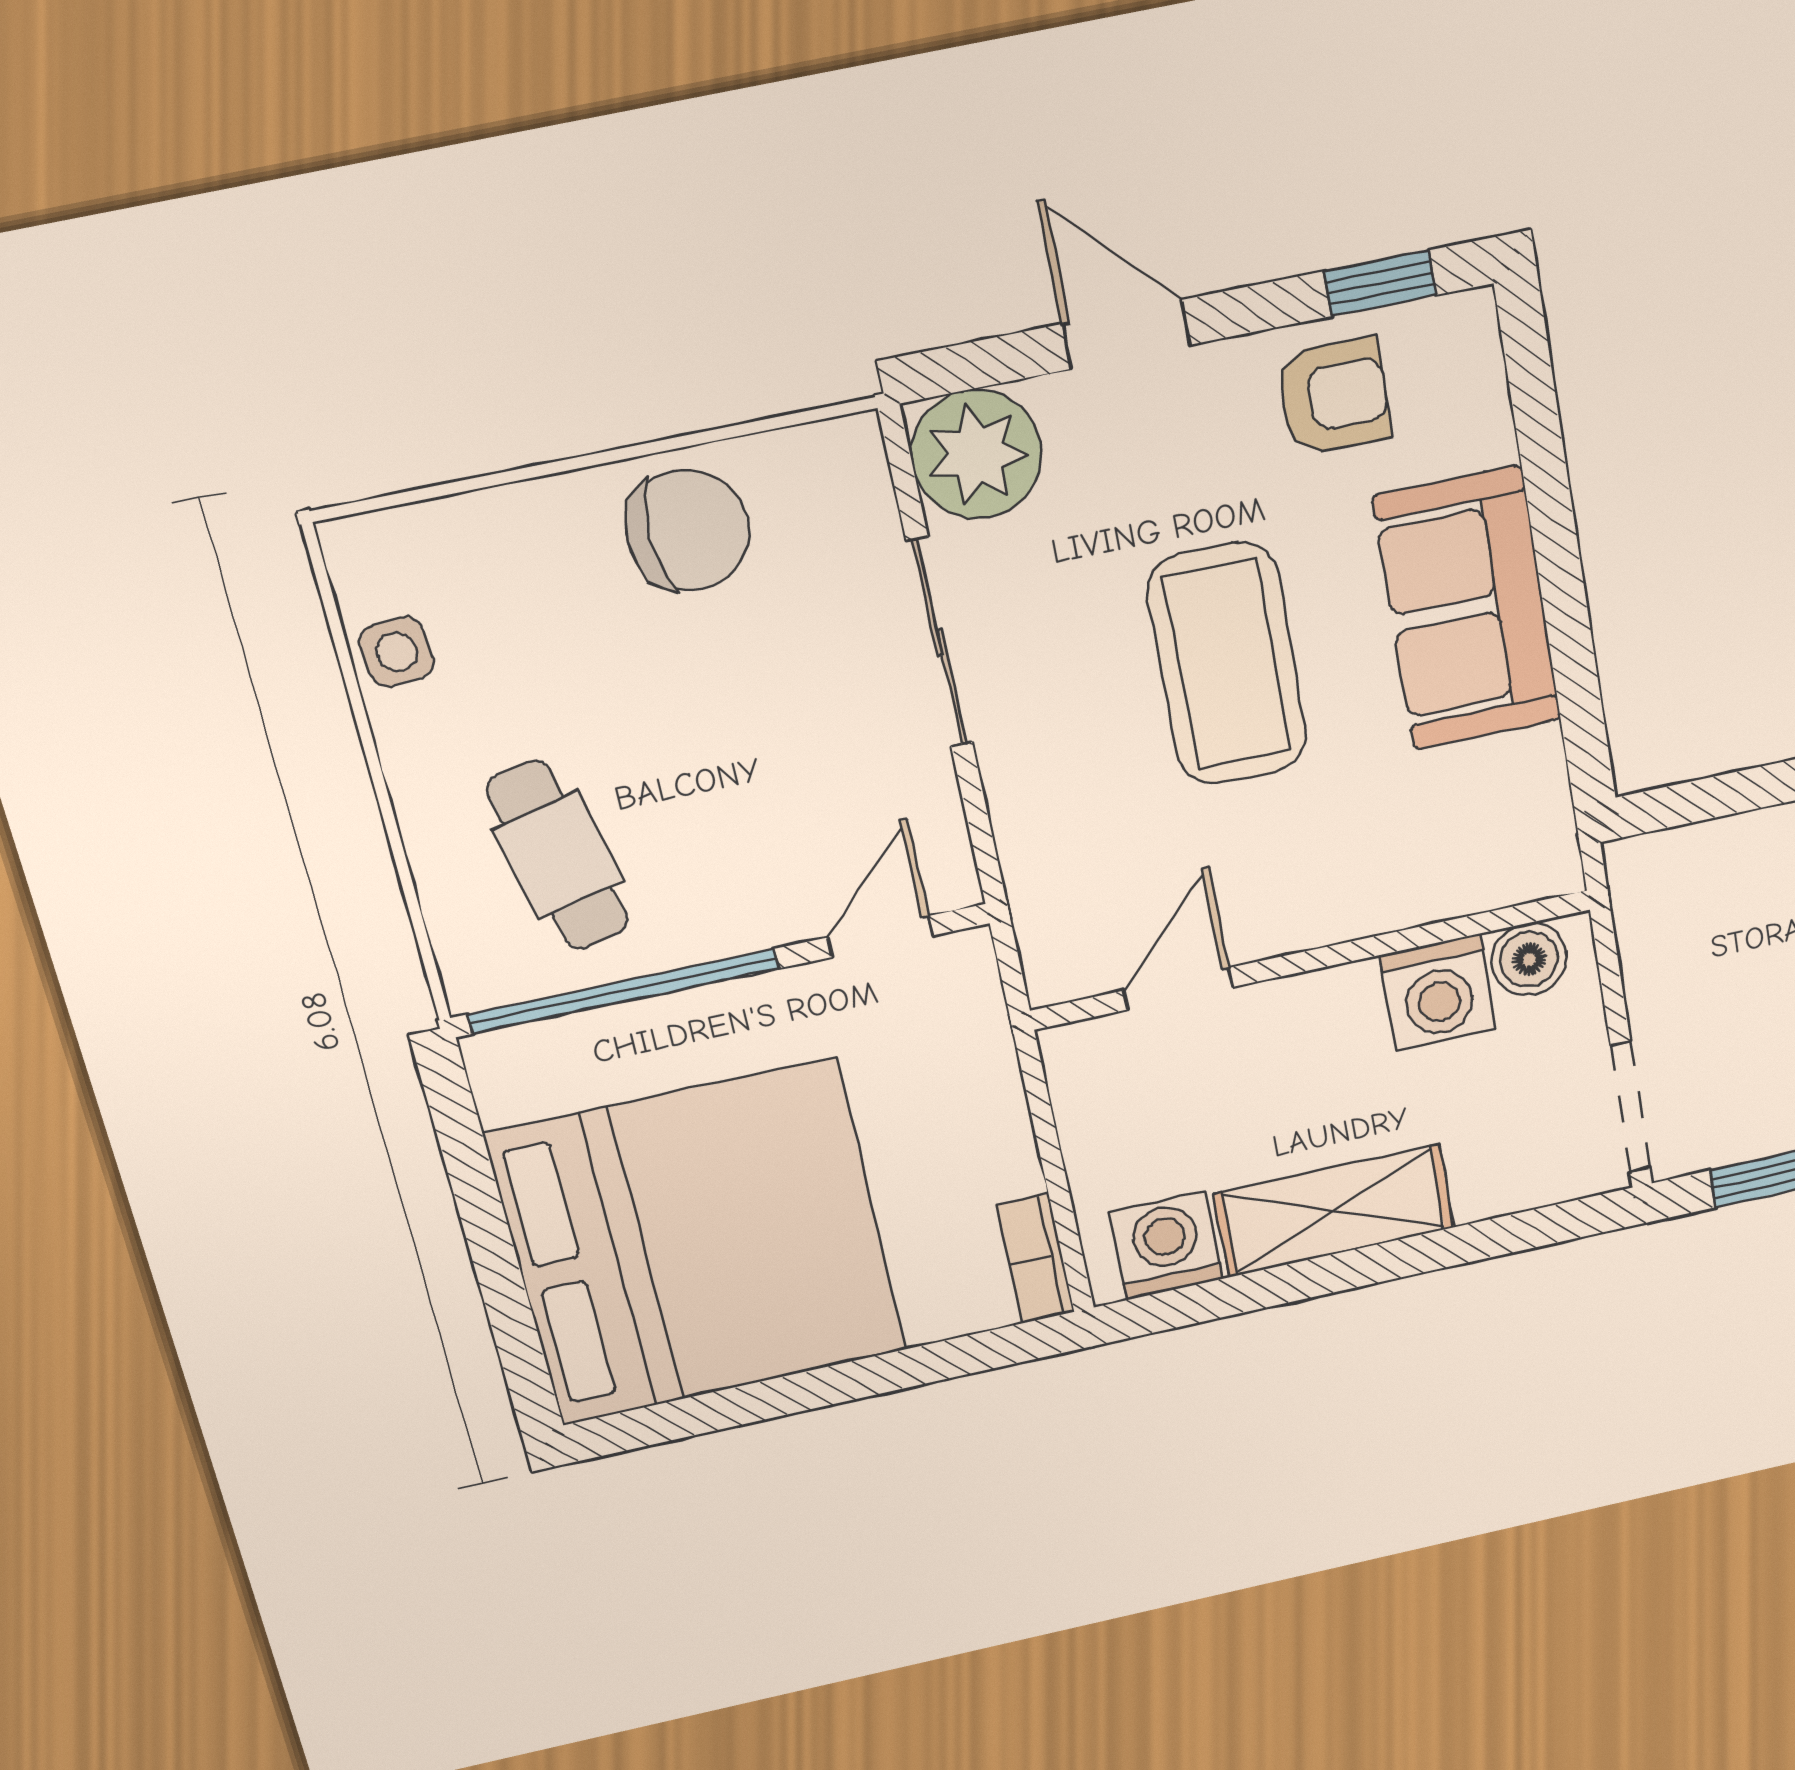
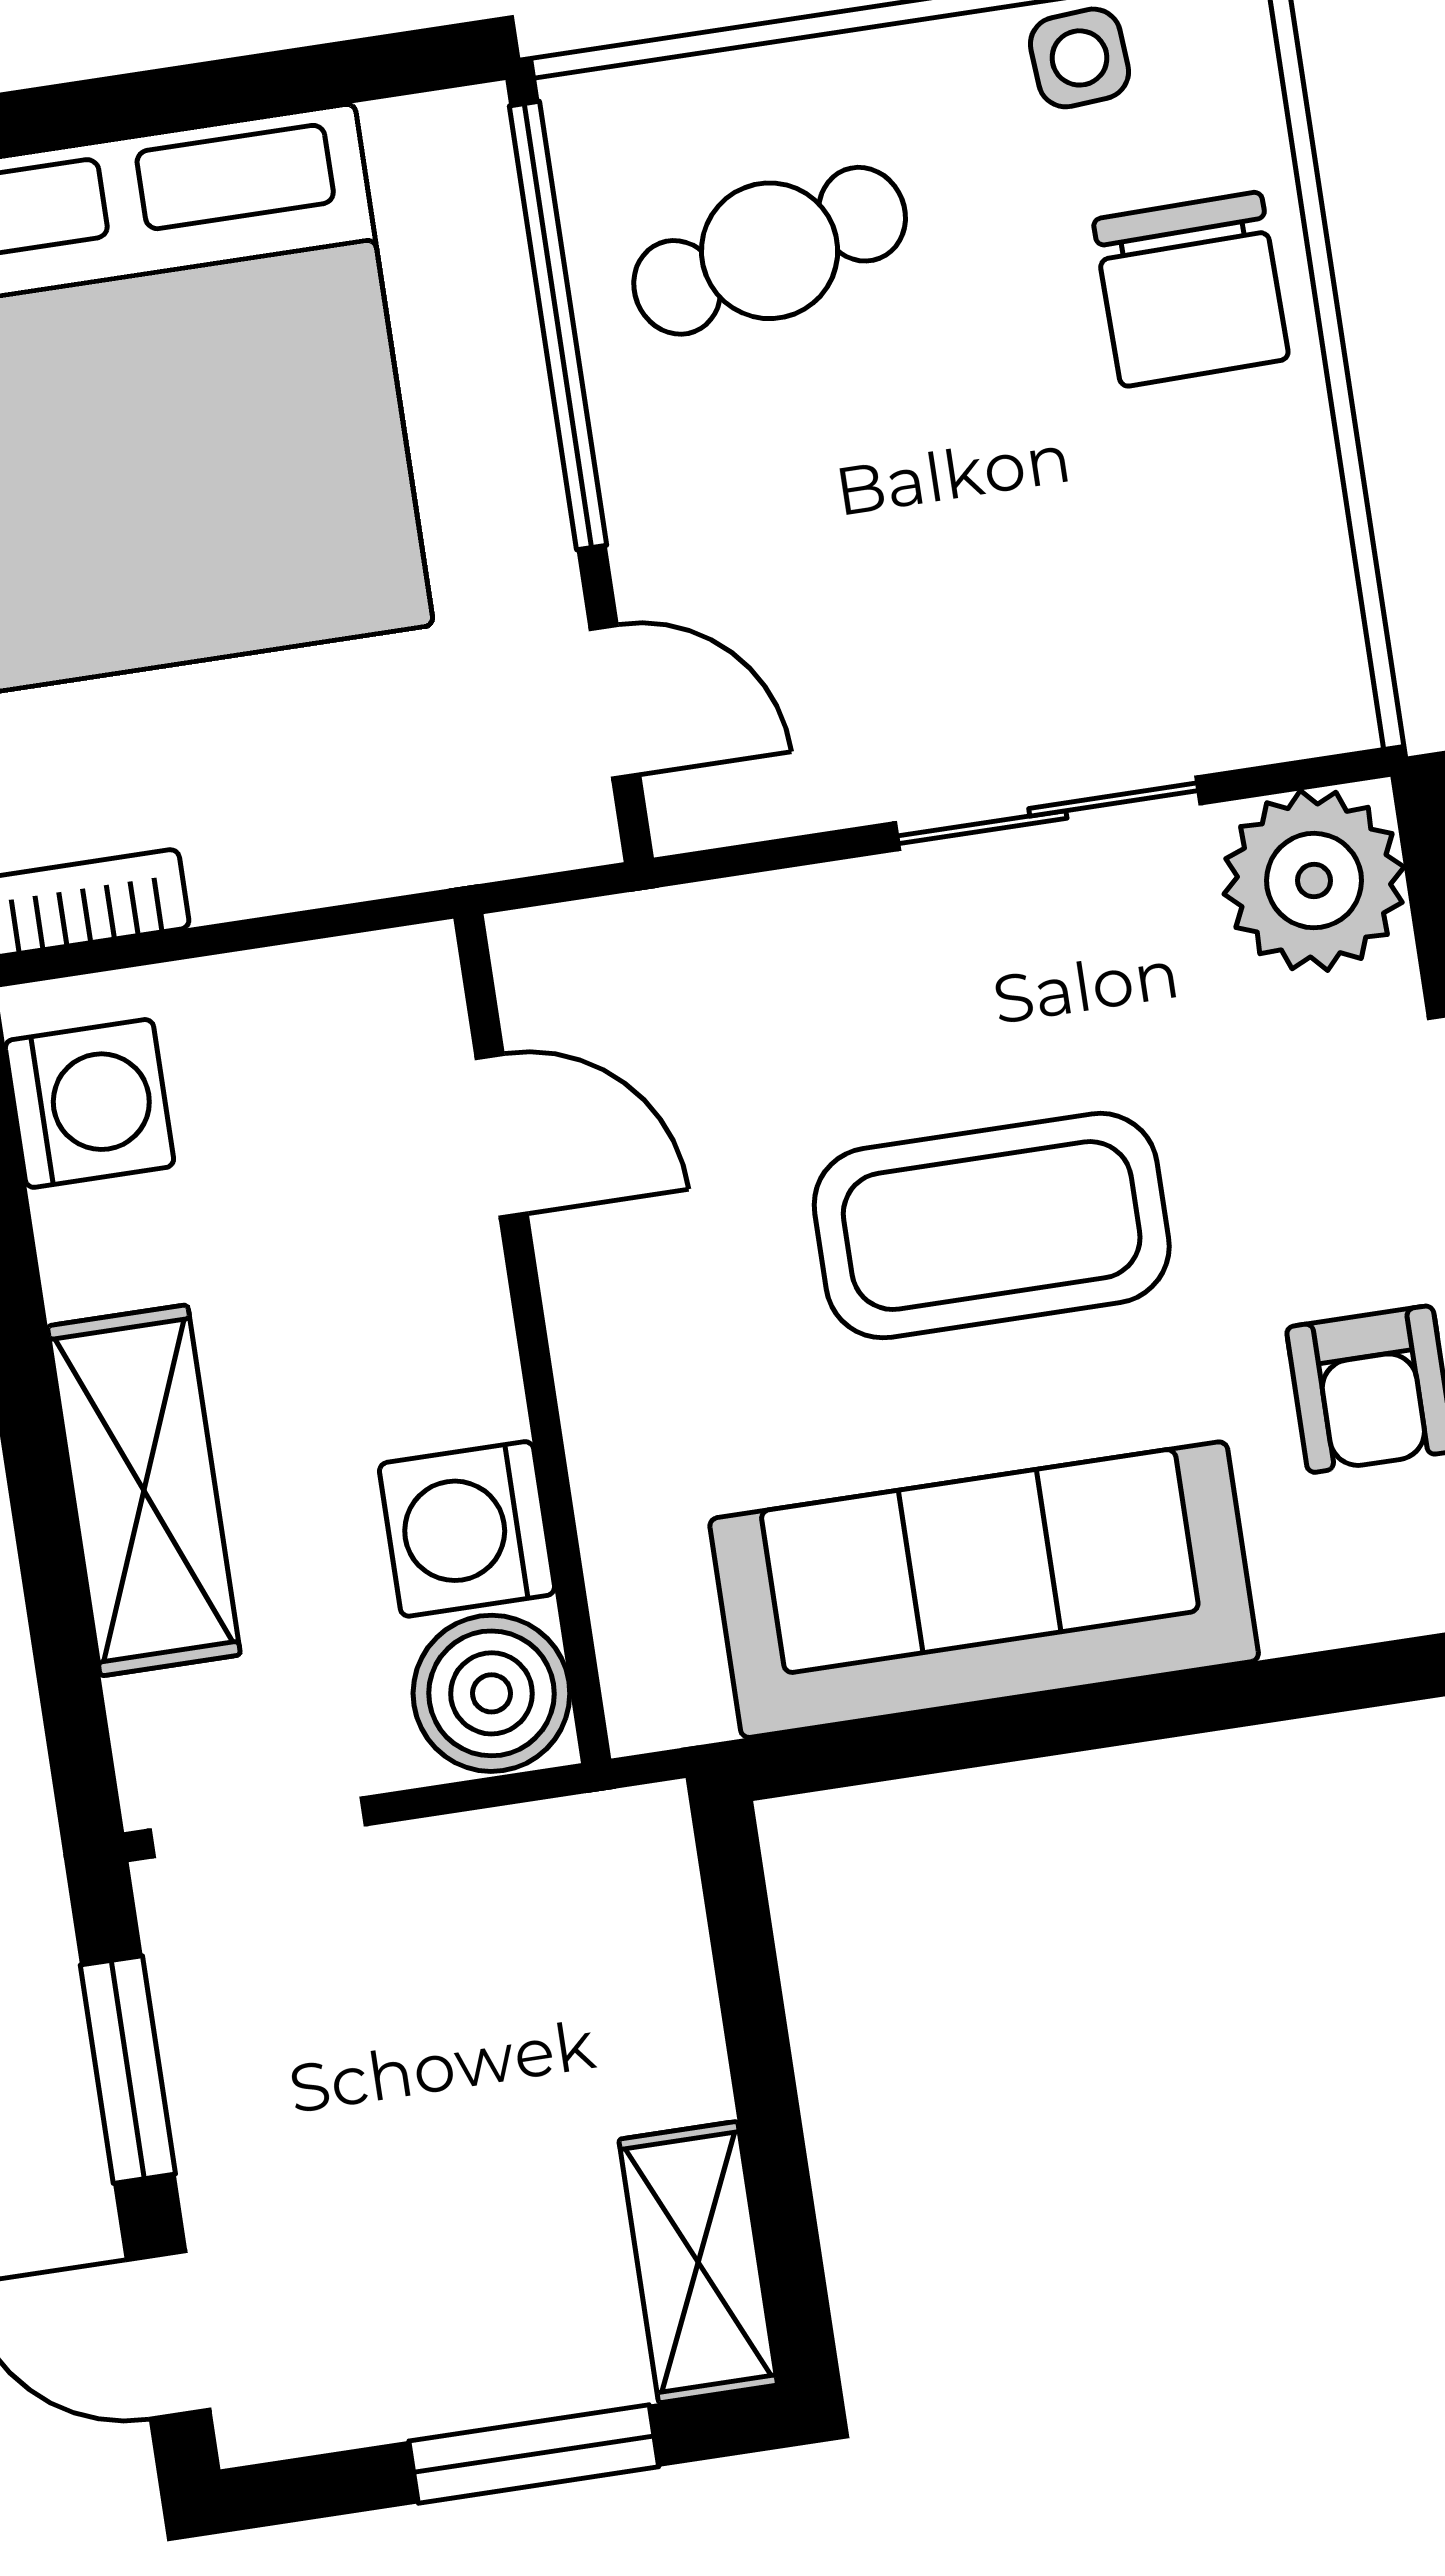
chair: (687, 530) -> (1191, 289), moved
sofa: (1467, 609) -> (984, 1590), width x1.36
boiler: (1529, 959) -> (491, 1693), width x1.36, depth x1.36
shelving: (1334, 1211) -> (144, 1490), moved

